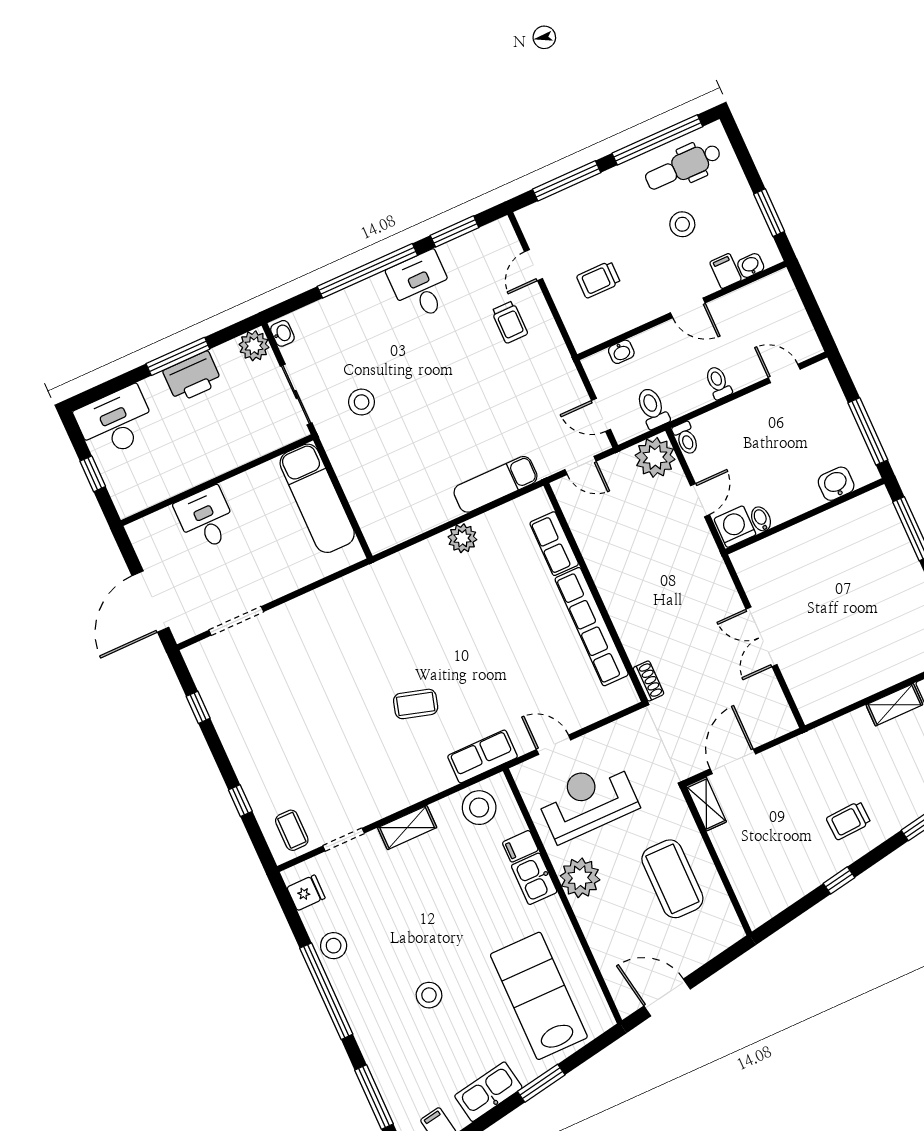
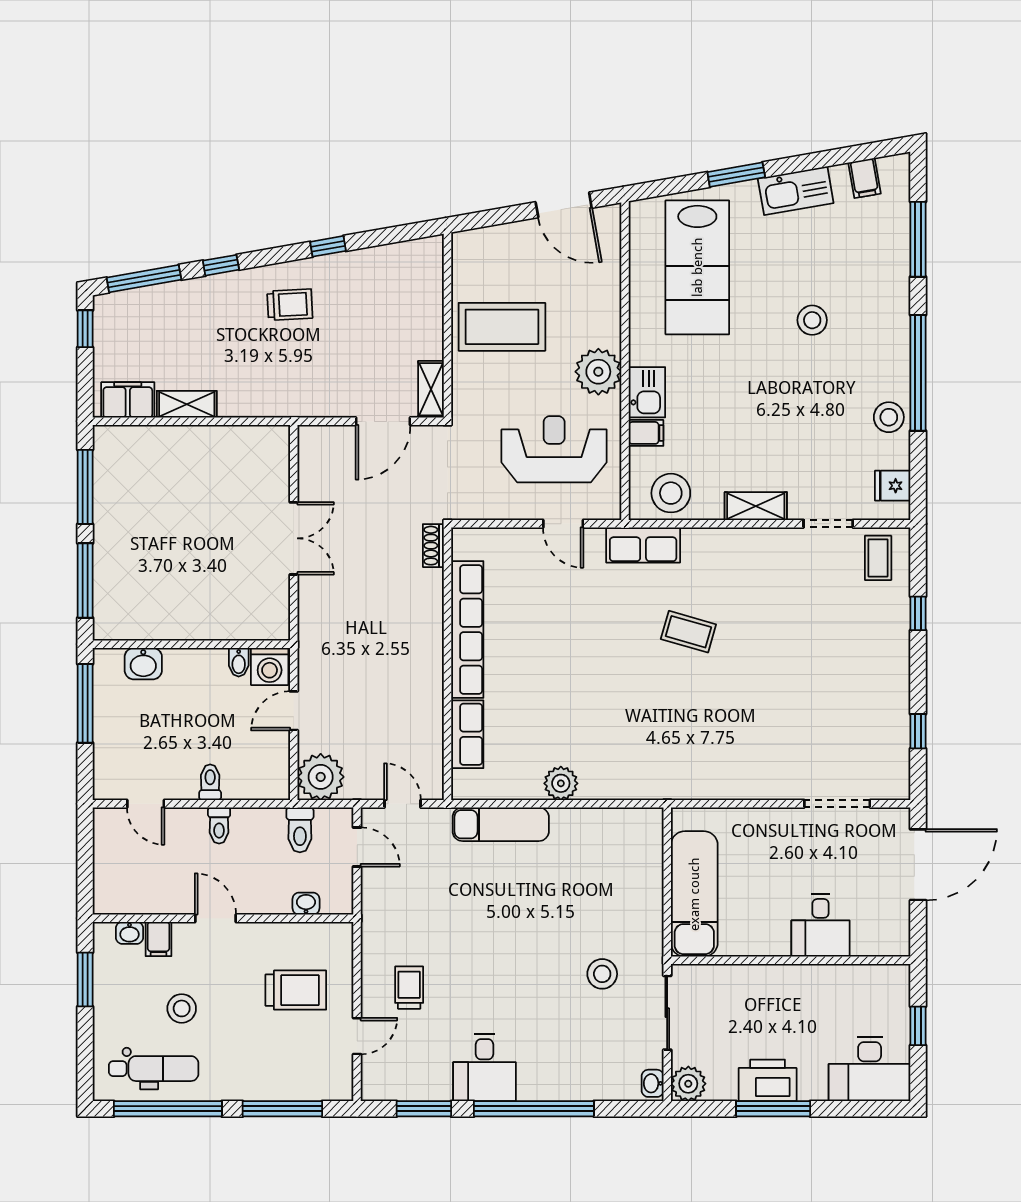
trolley: (598, 280) -> (296, 990), width x1.36, depth x1.39
toilet: (686, 438) -> (210, 782), moved
reception desk: (587, 800) -> (554, 449), turned 180
coffee table: (672, 879) -> (502, 327), turned 90

